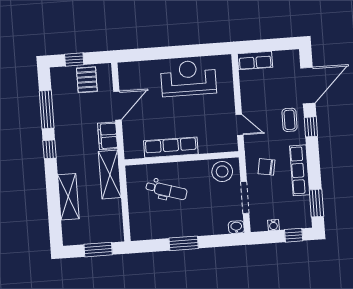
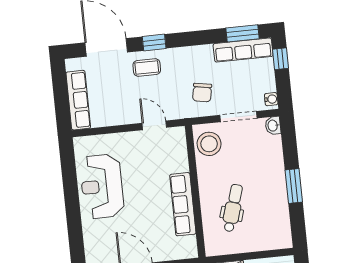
row of seats: (255, 61) -> (78, 100), width x1.48
door: (240, 125) -> (154, 125), hinge flipped
row of seats: (300, 170) -> (243, 50), moved
water cooler: (273, 225) -> (271, 99), moved

